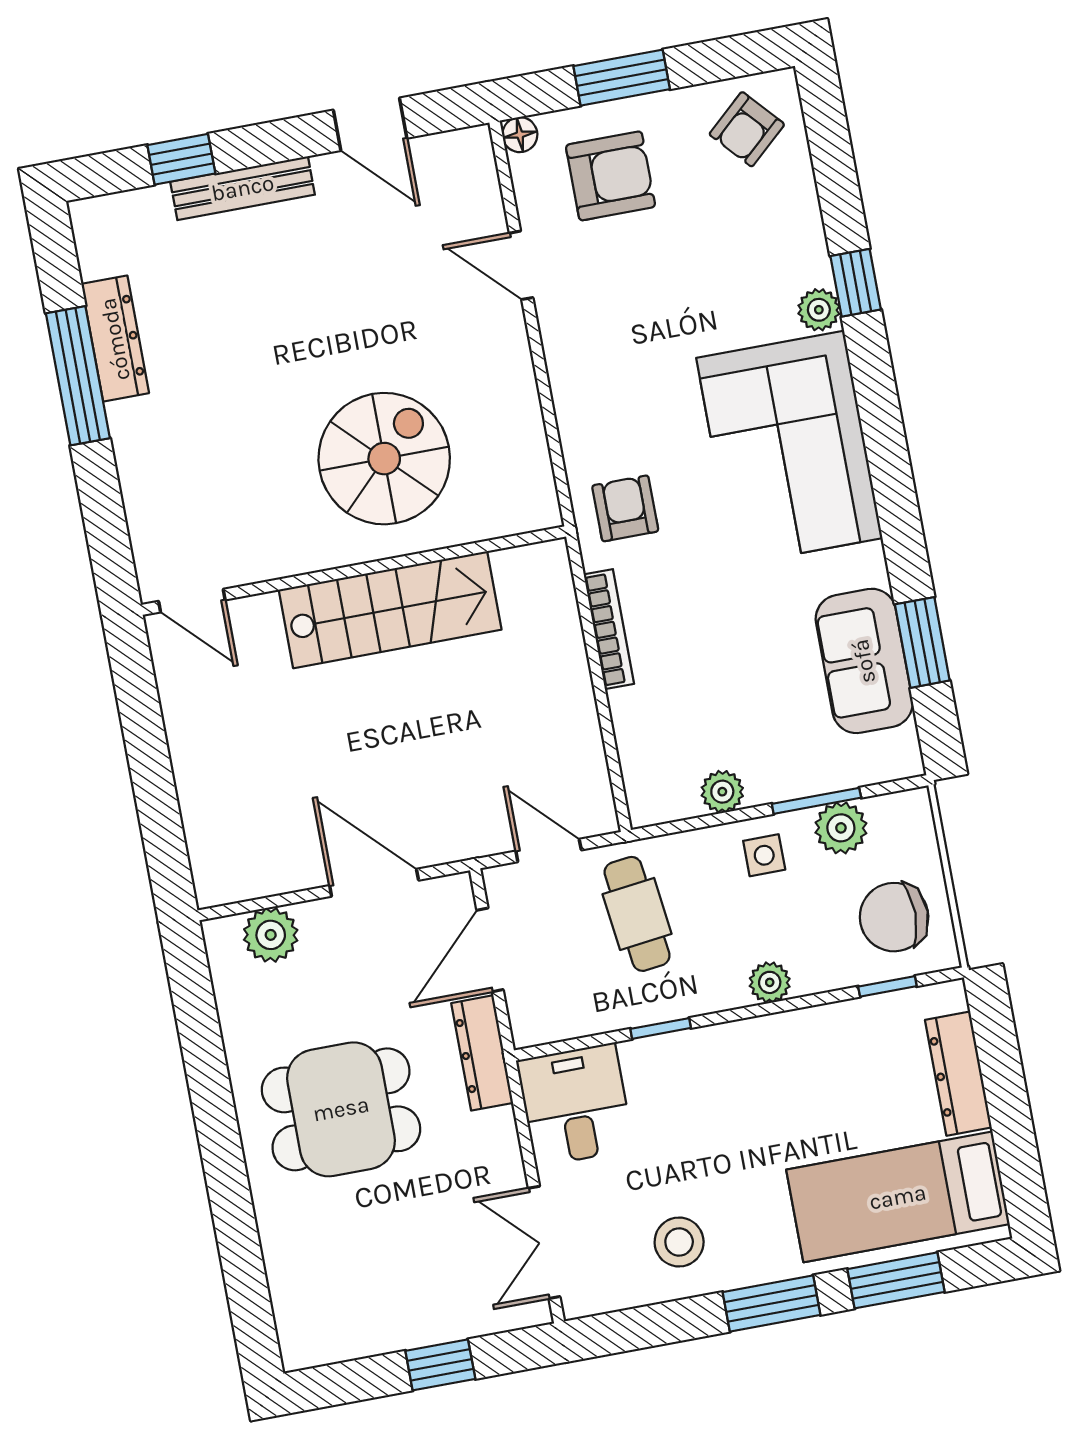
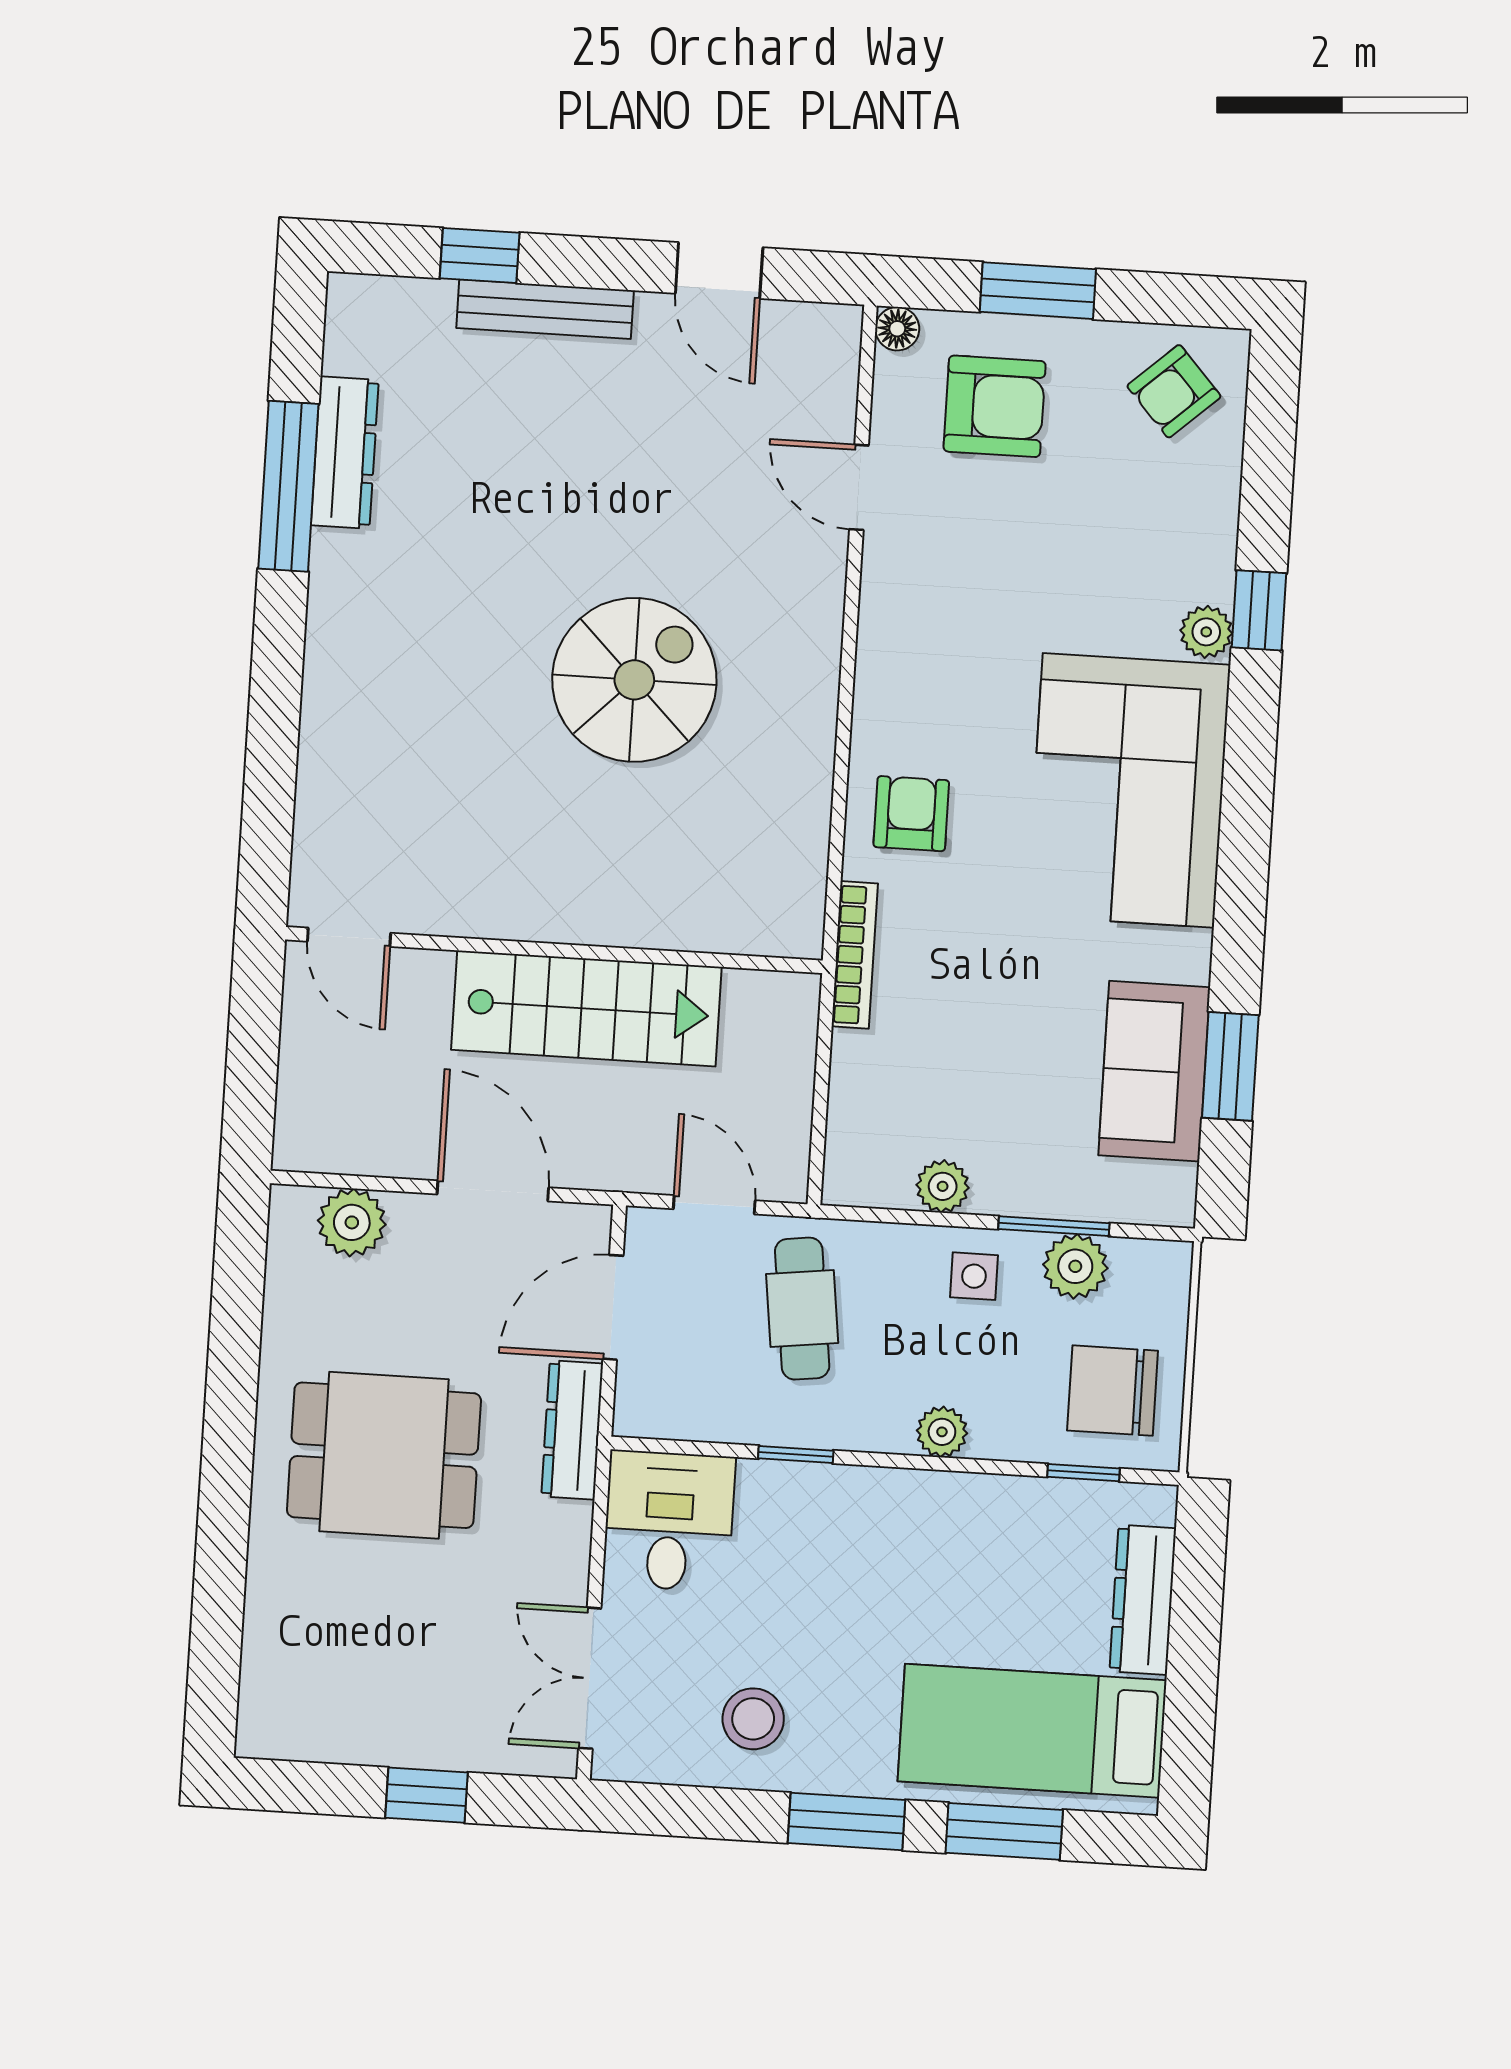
wall: (354, 571) -> (554, 950), moved
door: (192, 601) -> (349, 937), moved
stairs: (390, 610) -> (586, 1008), moved

